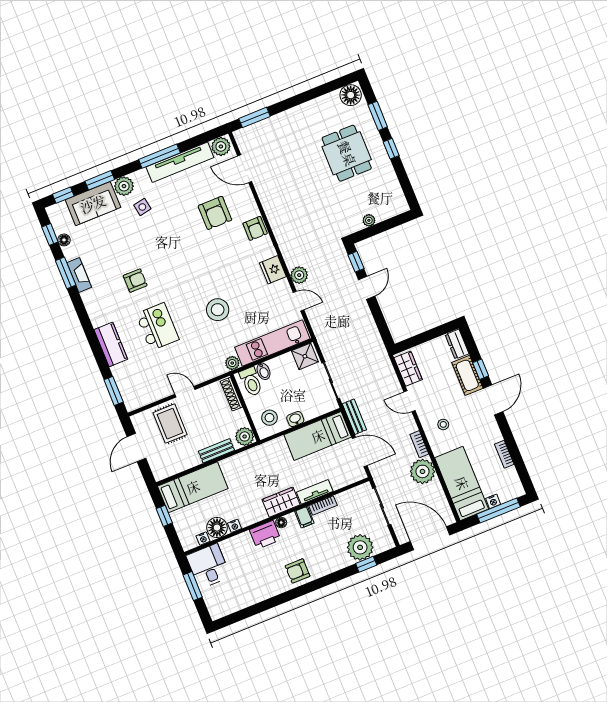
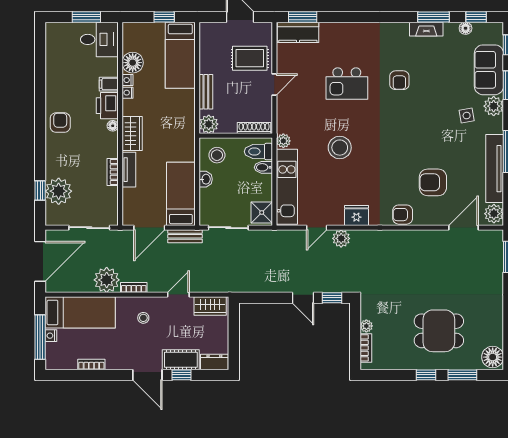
bookcase: (389, 213) -> (366, 348), added
kitchen counter: (111, 344) -> (298, 32), moved
filing cabinet: (304, 517) -> (109, 84), moved
nightstand: (203, 539) -> (128, 93), moved

